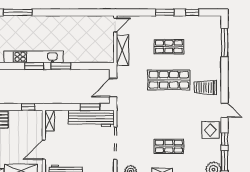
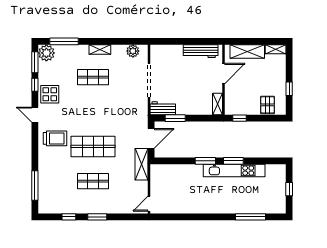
shelving: (122, 50) -> (142, 164), moved
workbench: (91, 118) -> (163, 108), width x0.53, depth x0.76

